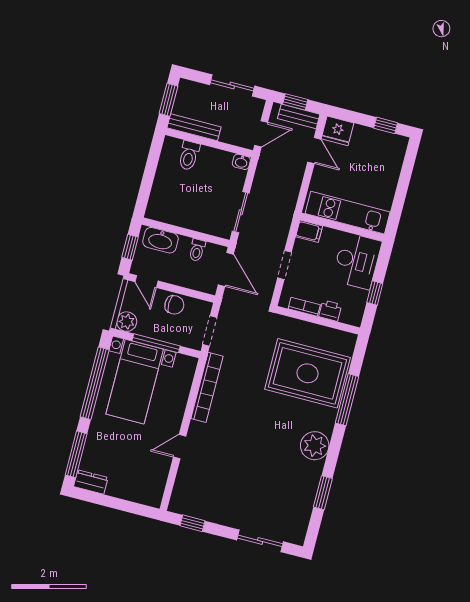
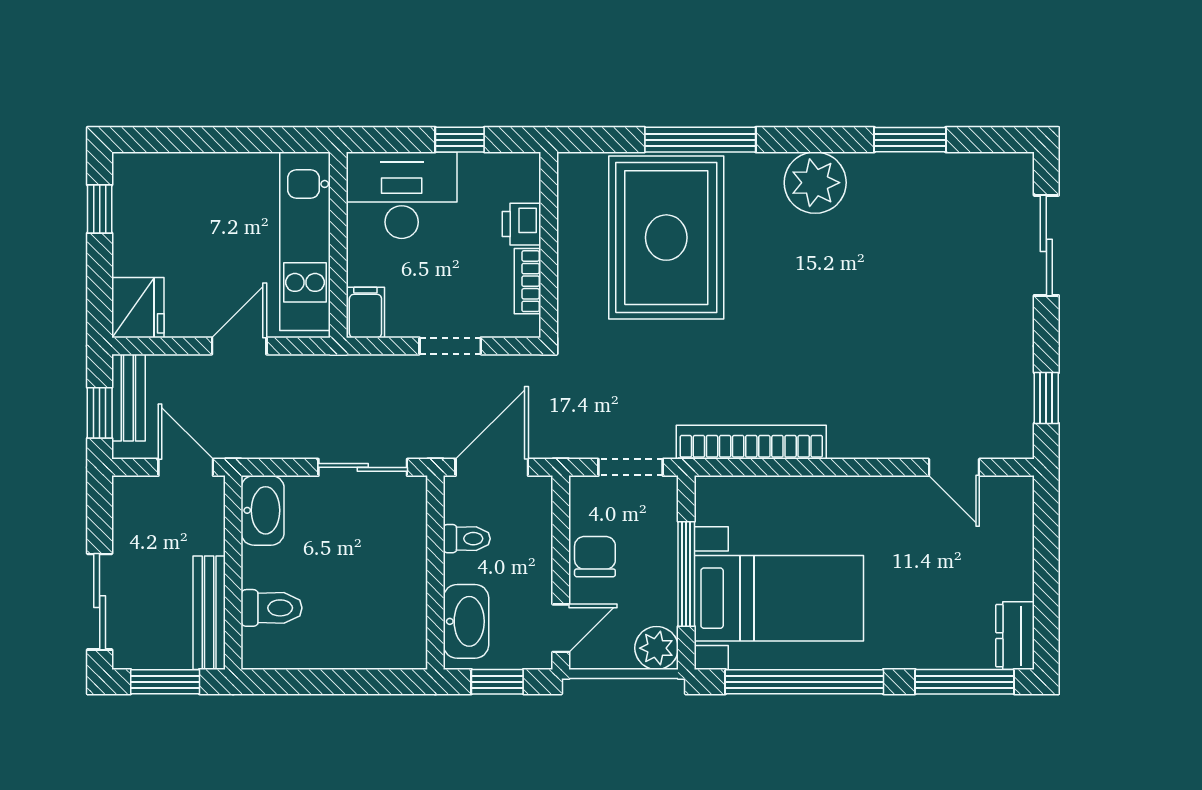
sliding door: (232, 85) -> (100, 602), moved
door: (314, 151) -> (239, 346), moved
washbasin: (241, 162) -> (263, 510), width x1.91, depth x1.45
door: (180, 447) -> (954, 467), moved

